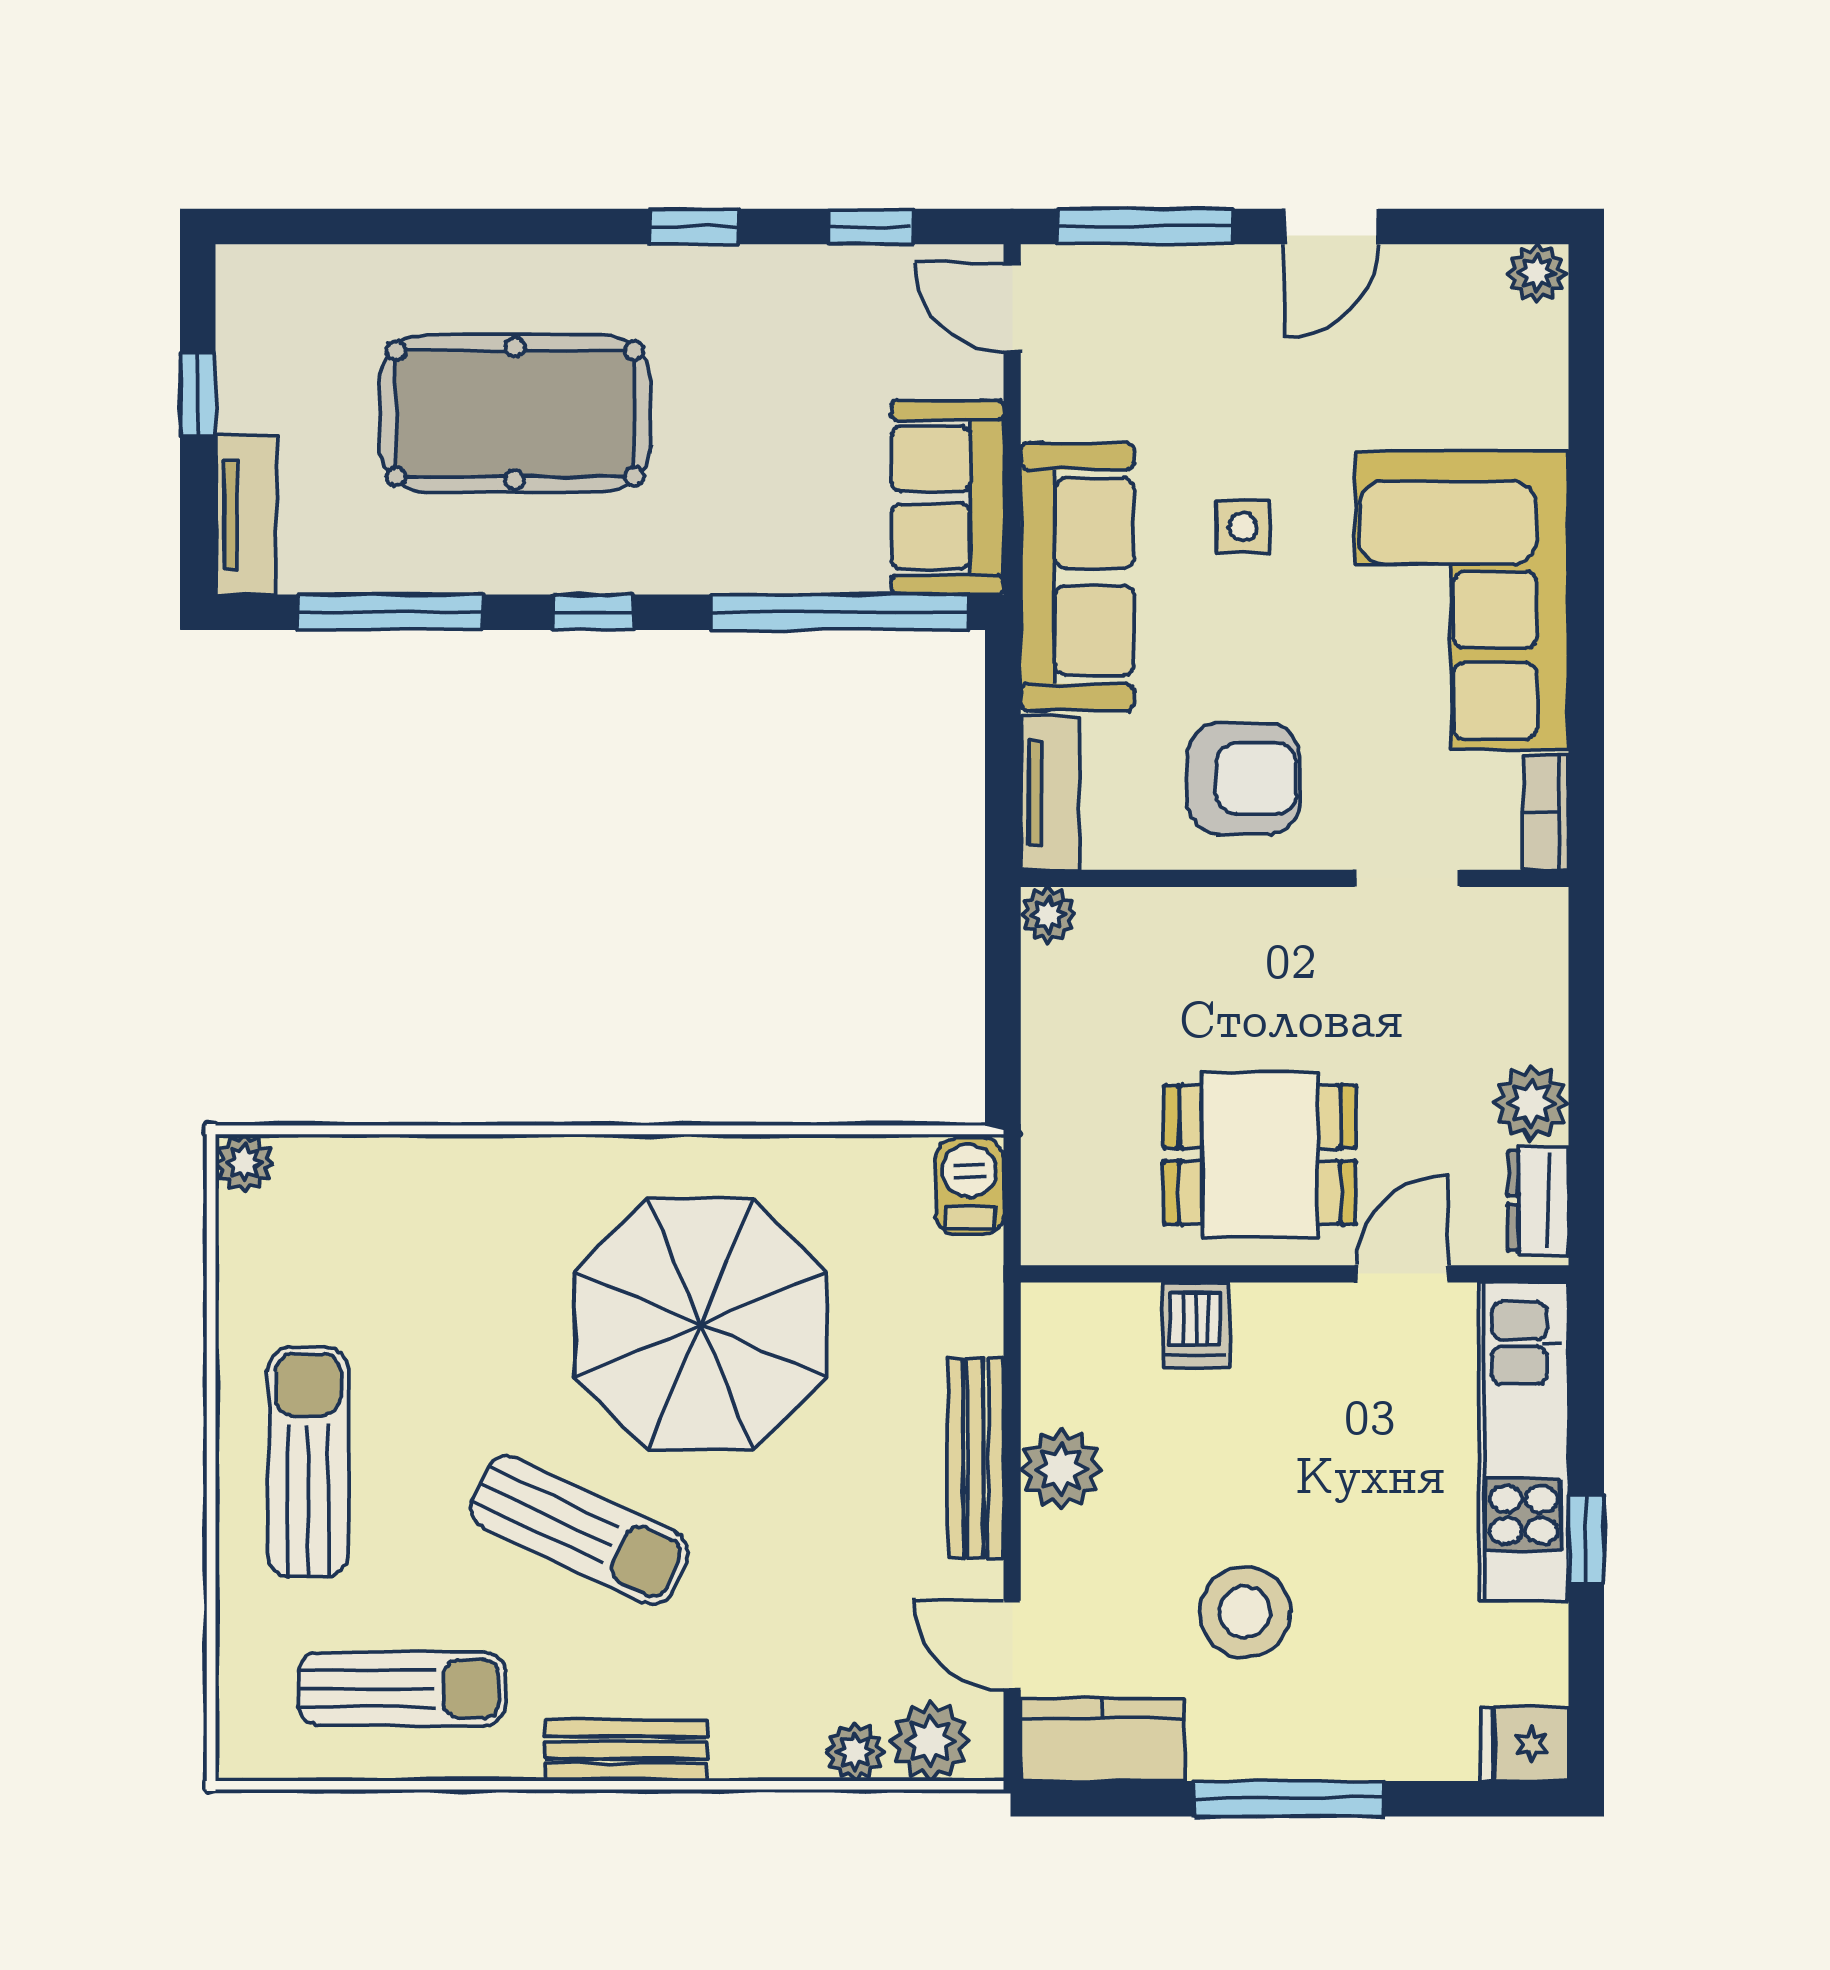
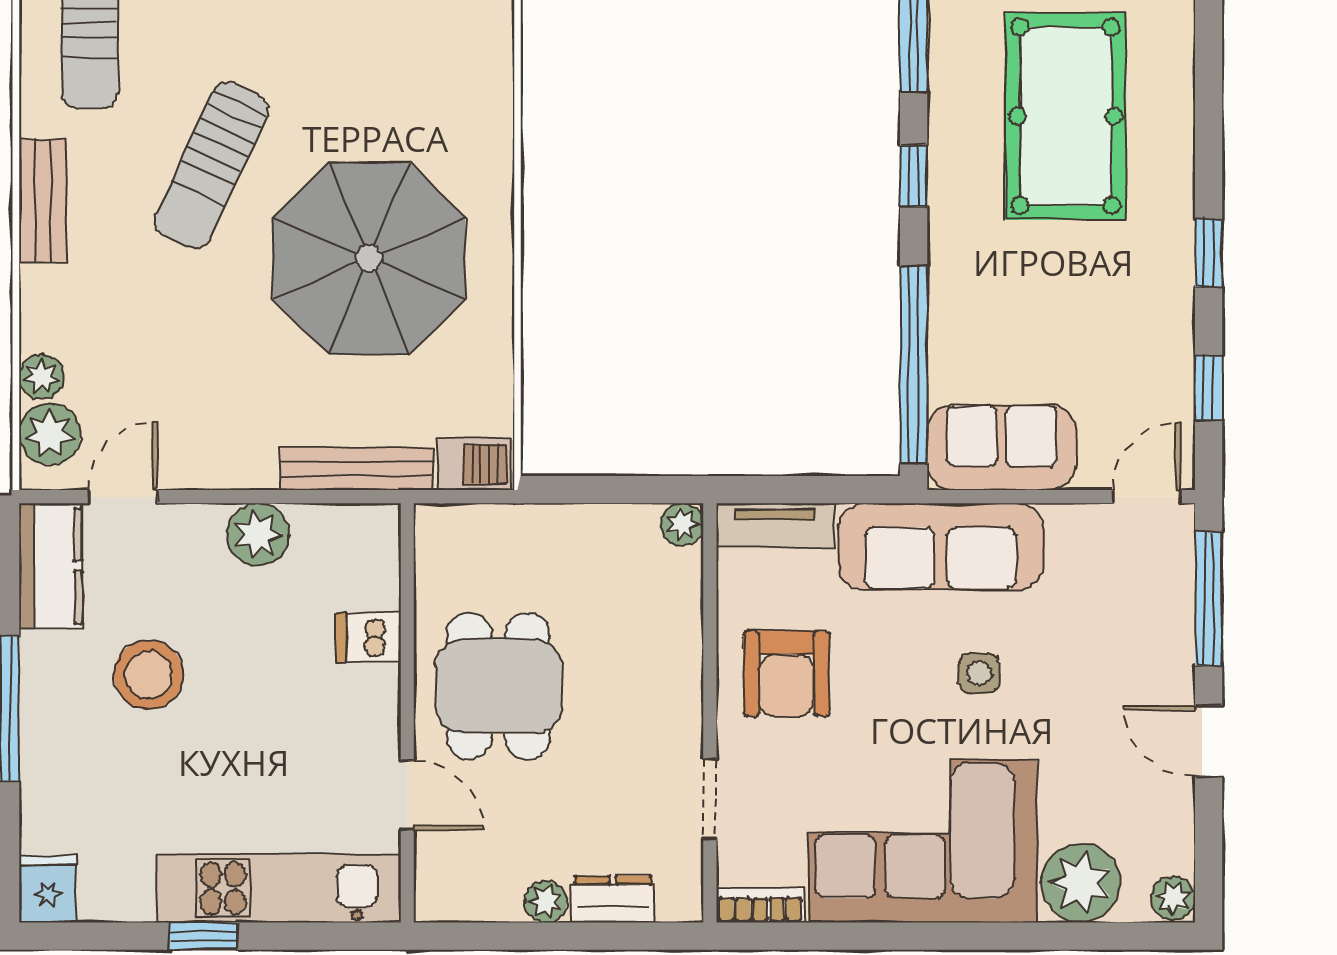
plant: (1517, 393) -> (1081, 883), added
plant: (1531, 1103) -> (546, 902), width x0.73, depth x0.73
dresser: (1538, 1201) -> (613, 899), moved
bench: (976, 1458) -> (357, 469), moved

